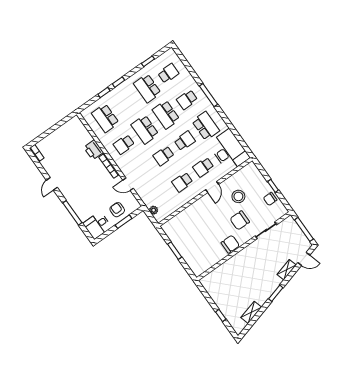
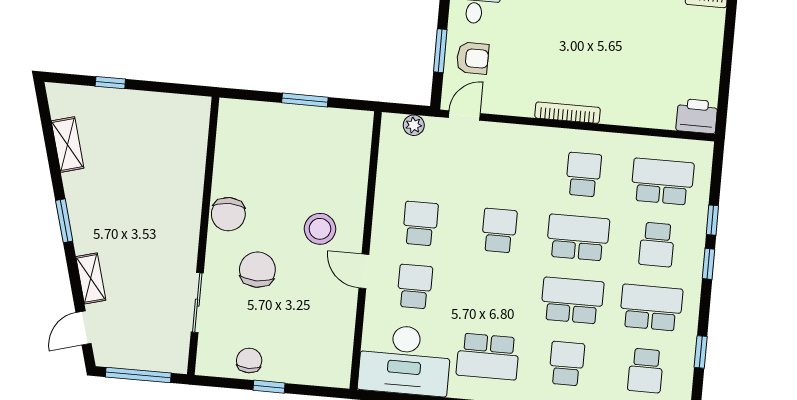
school desk: (185, 141) -> (657, 245), moved
printer: (94, 150) -> (697, 116), moved
door: (128, 184) -> (464, 116), moved
stool: (238, 196) -> (320, 229), moved

